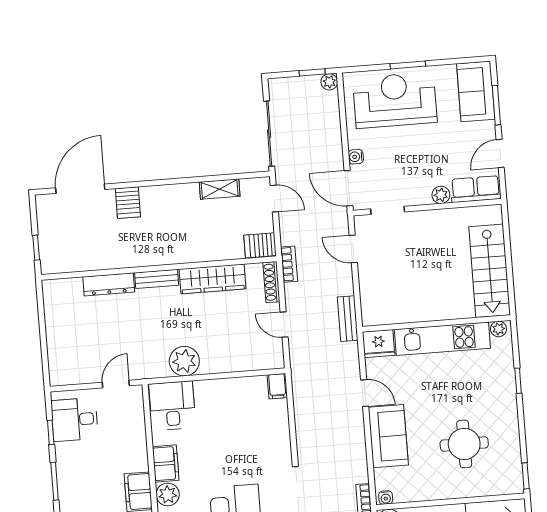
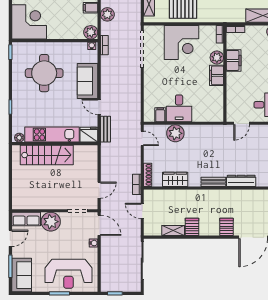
plant: (329, 82) -> (105, 287), removed
plant: (441, 195) -> (51, 222), width x1.88, depth x1.88
door: (274, 198) -> (142, 211), moved
server rack: (260, 245) -> (192, 227), moved, turned -90
door: (353, 249) -> (99, 190), hinge flipped
stairs: (490, 271) -> (47, 155), moved, turned 90
wardrobe: (212, 279) -> (175, 179), width x0.67
bench: (348, 319) -> (105, 129), moved
door: (284, 325) -> (142, 138), moved
plant: (184, 361) -> (175, 133), moved
filing cabinet: (277, 386) -> (160, 115), moved
desk: (172, 406) -> (179, 108), moved
round table: (464, 444) -> (44, 73), width x1.36, depth x1.36

